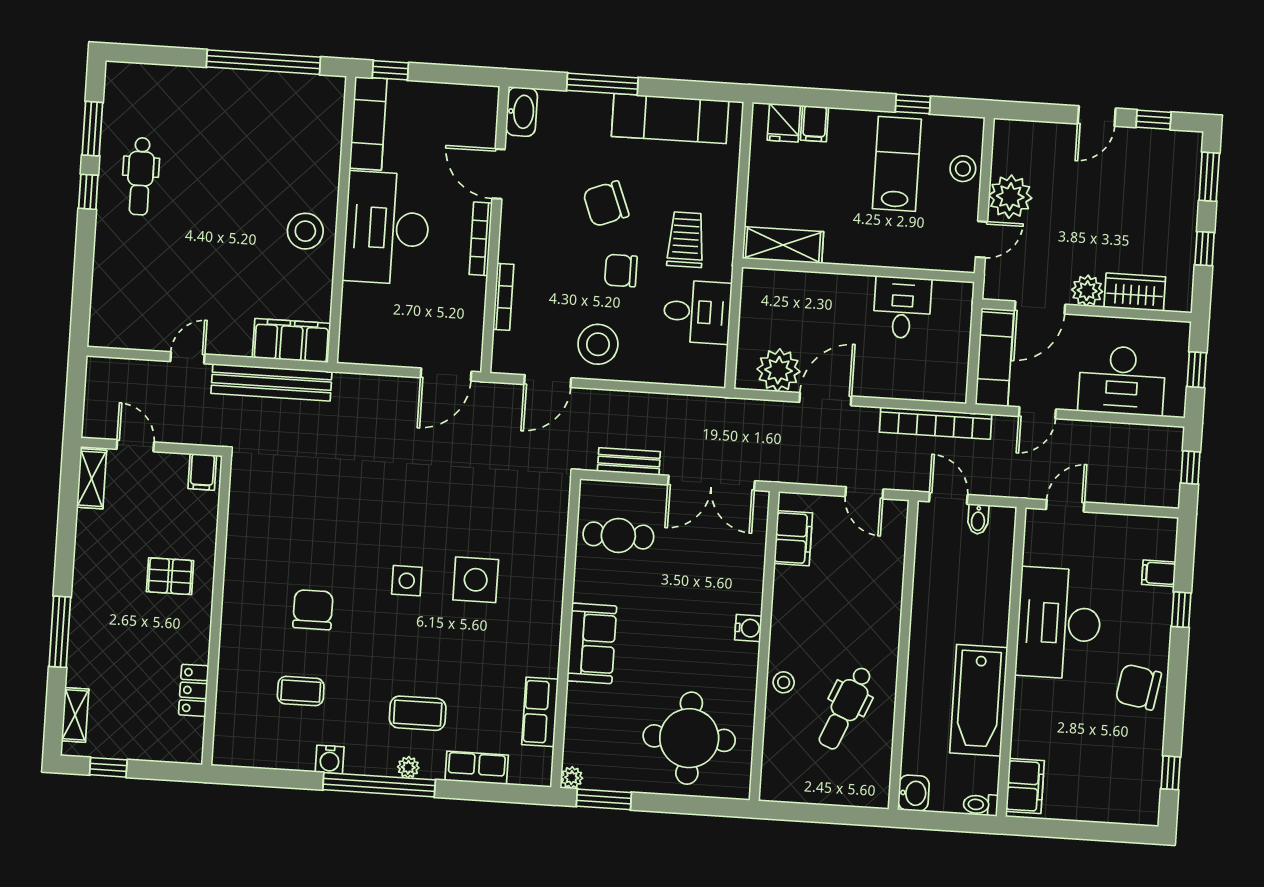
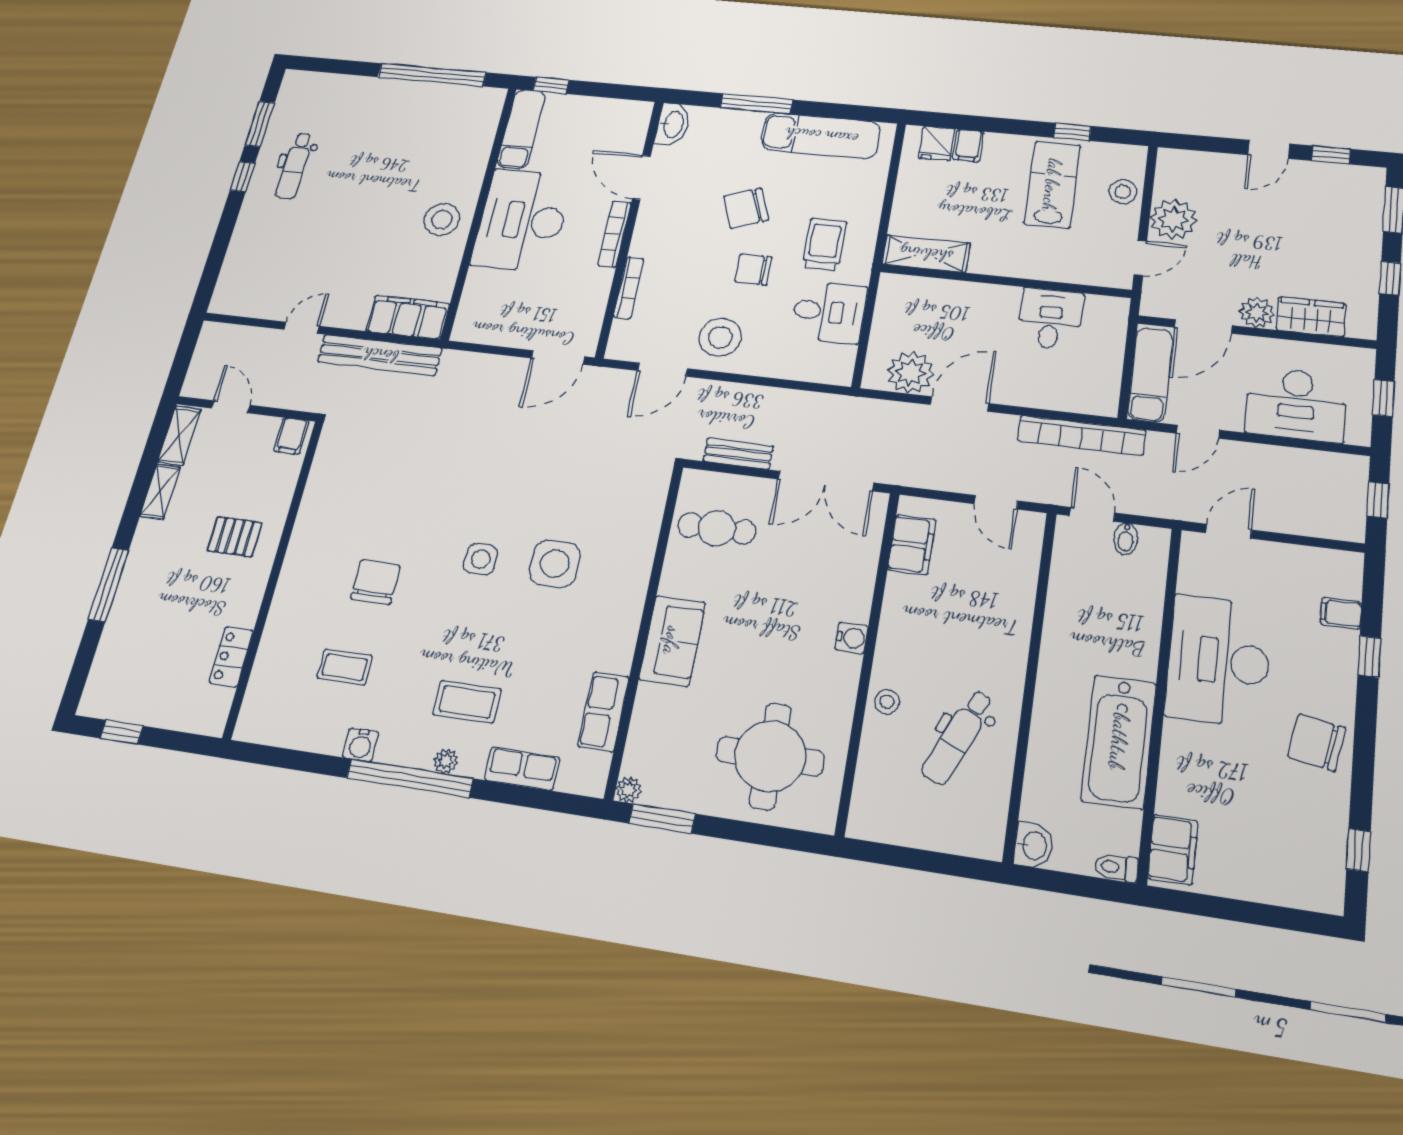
shelving: (75, 715) -> (160, 492), moved

